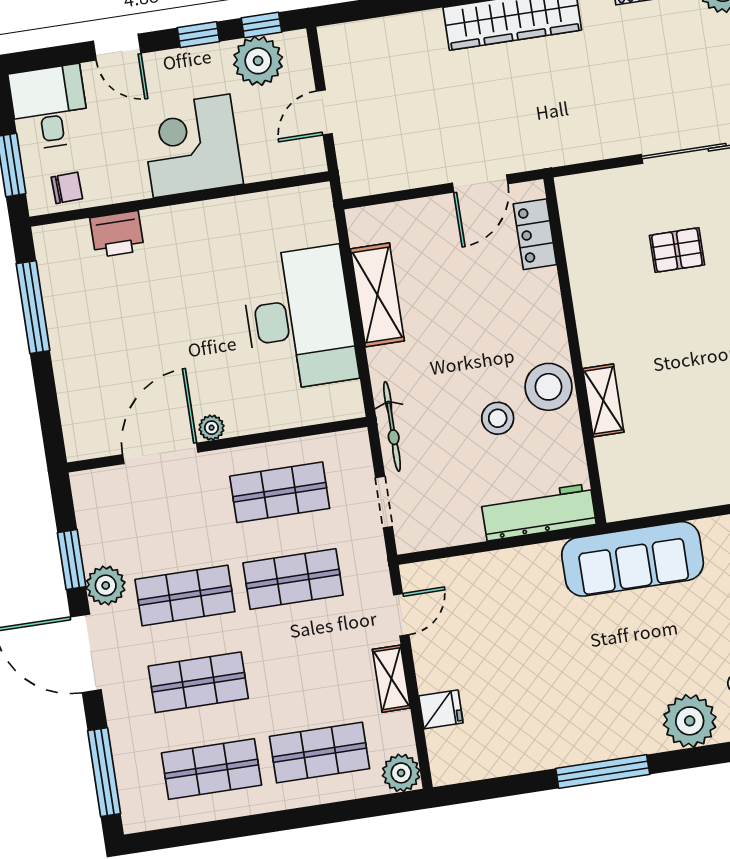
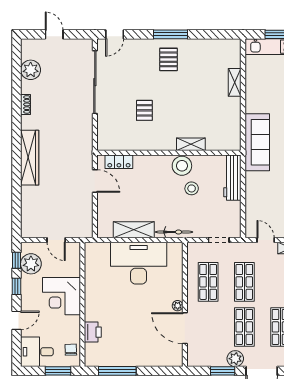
pallet: (677, 250) -> (144, 110), moved
bicycle: (392, 426) -> (174, 232), moved

